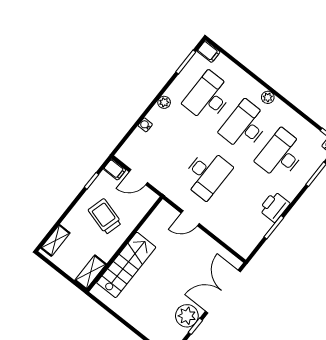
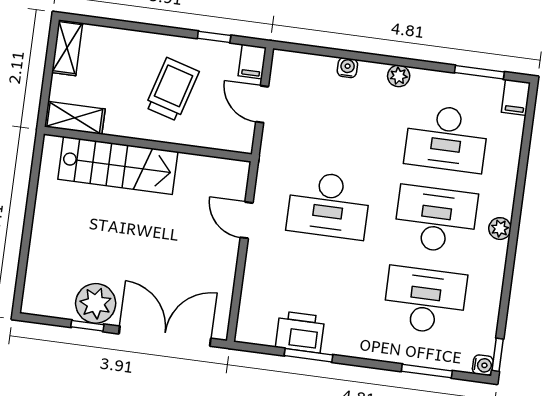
desk: (208, 97) -> (446, 138), turned 180
printer: (274, 207) -> (300, 332), moved
shelving: (55, 240) -> (67, 48), moved, turned 90

